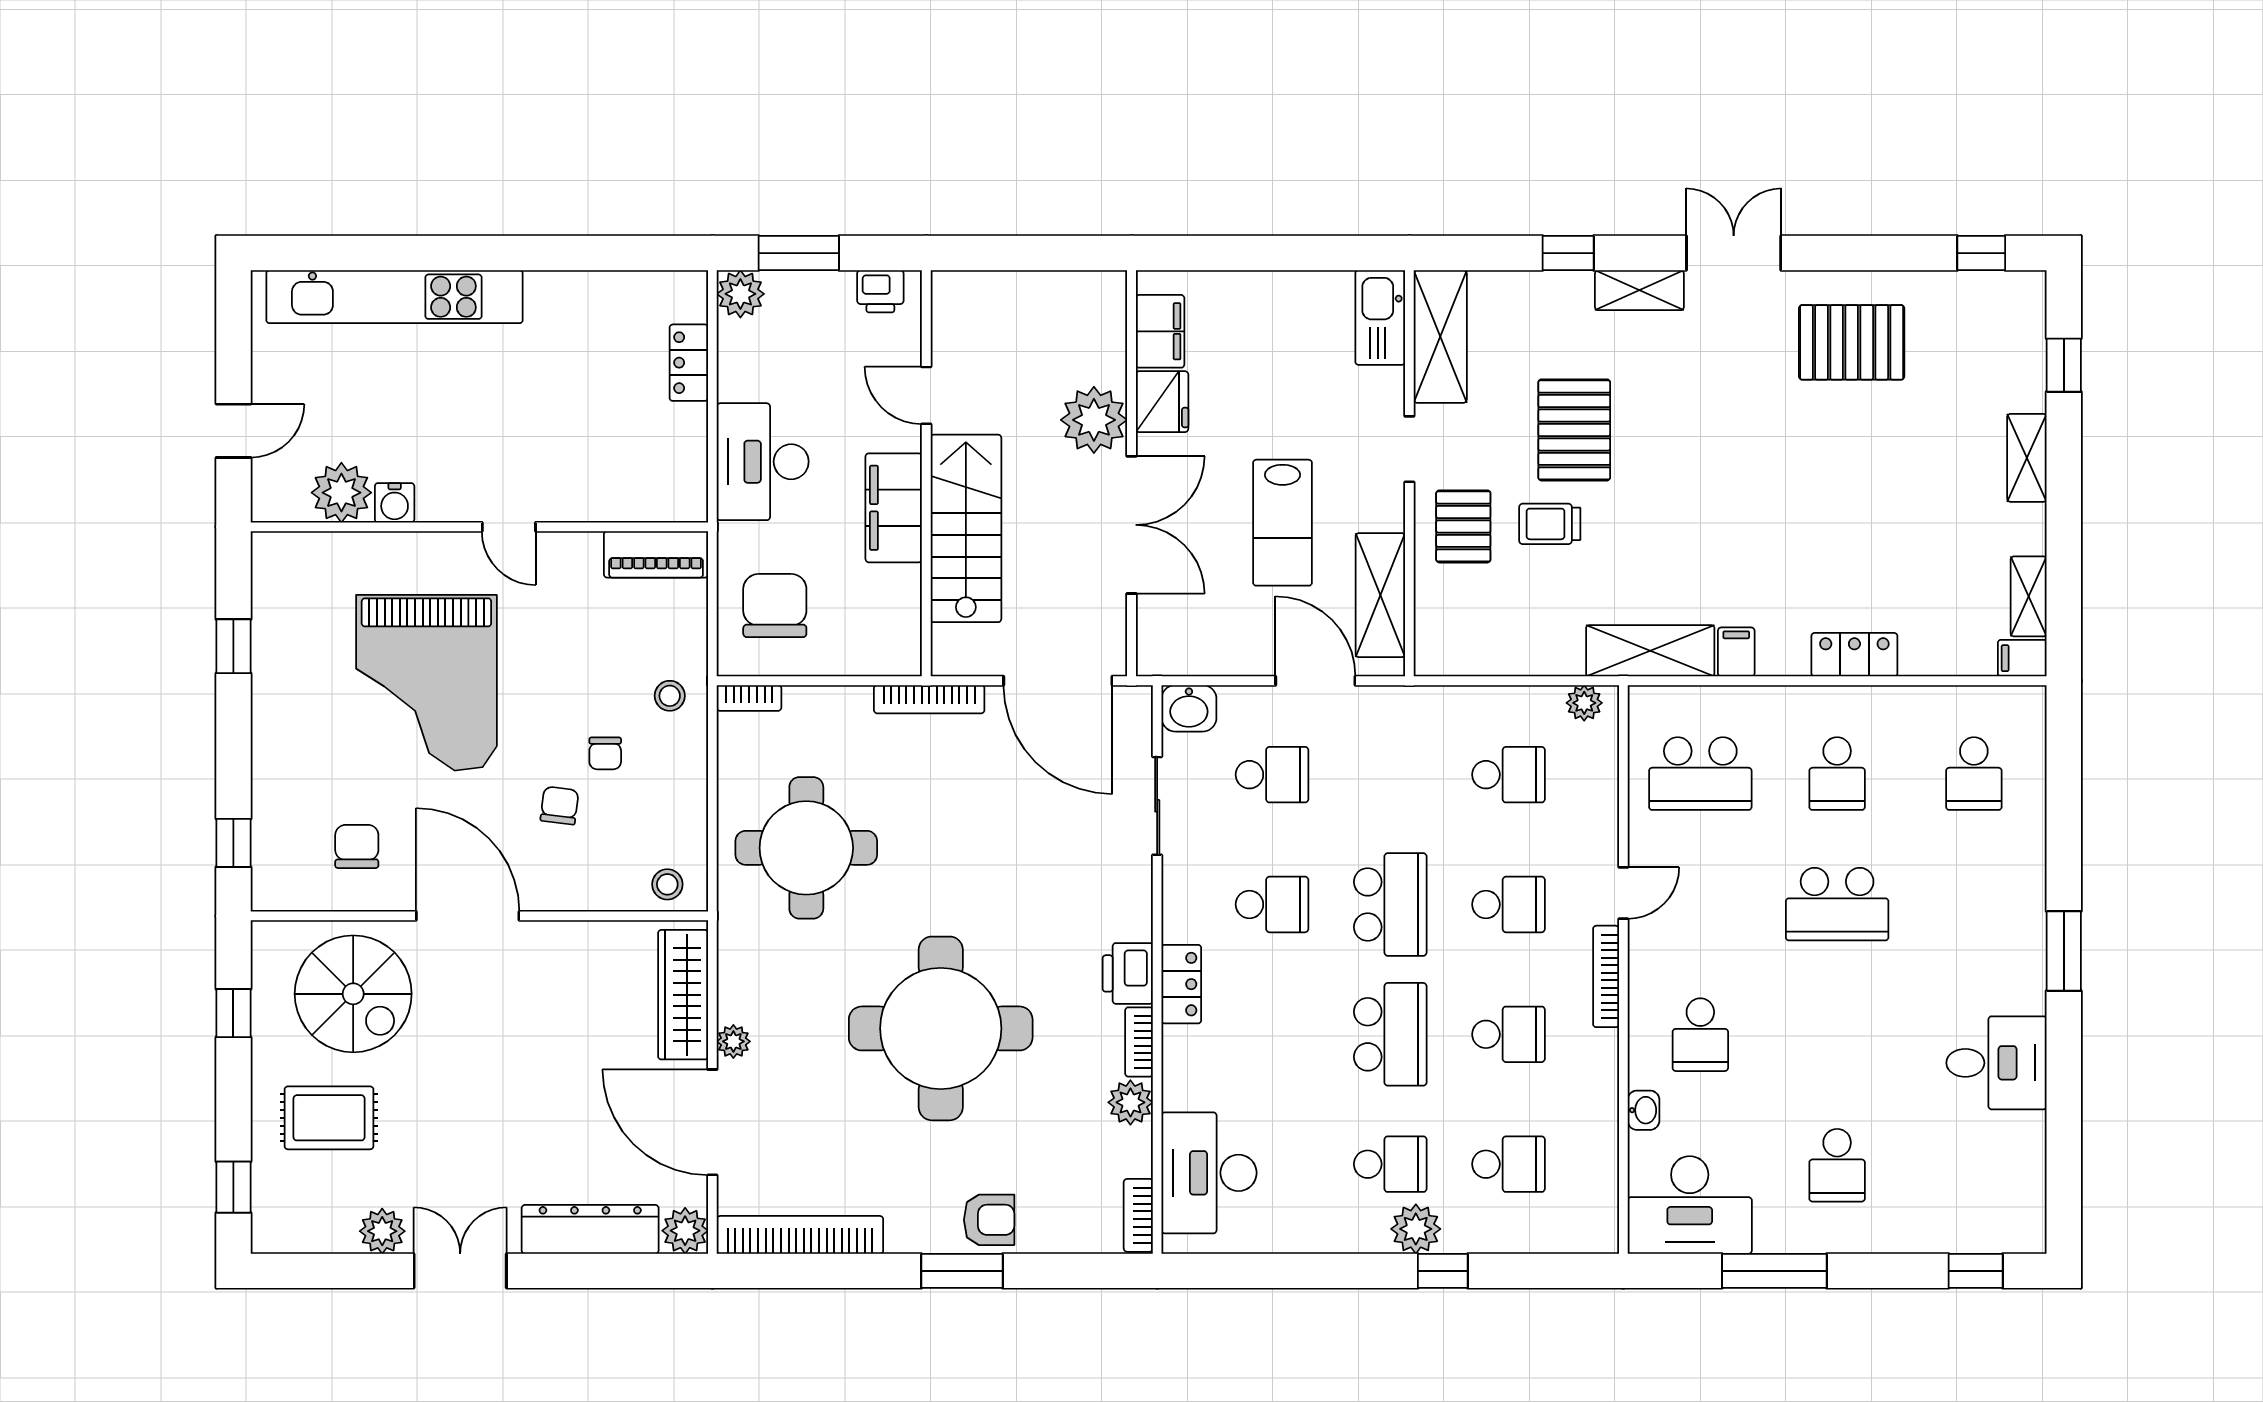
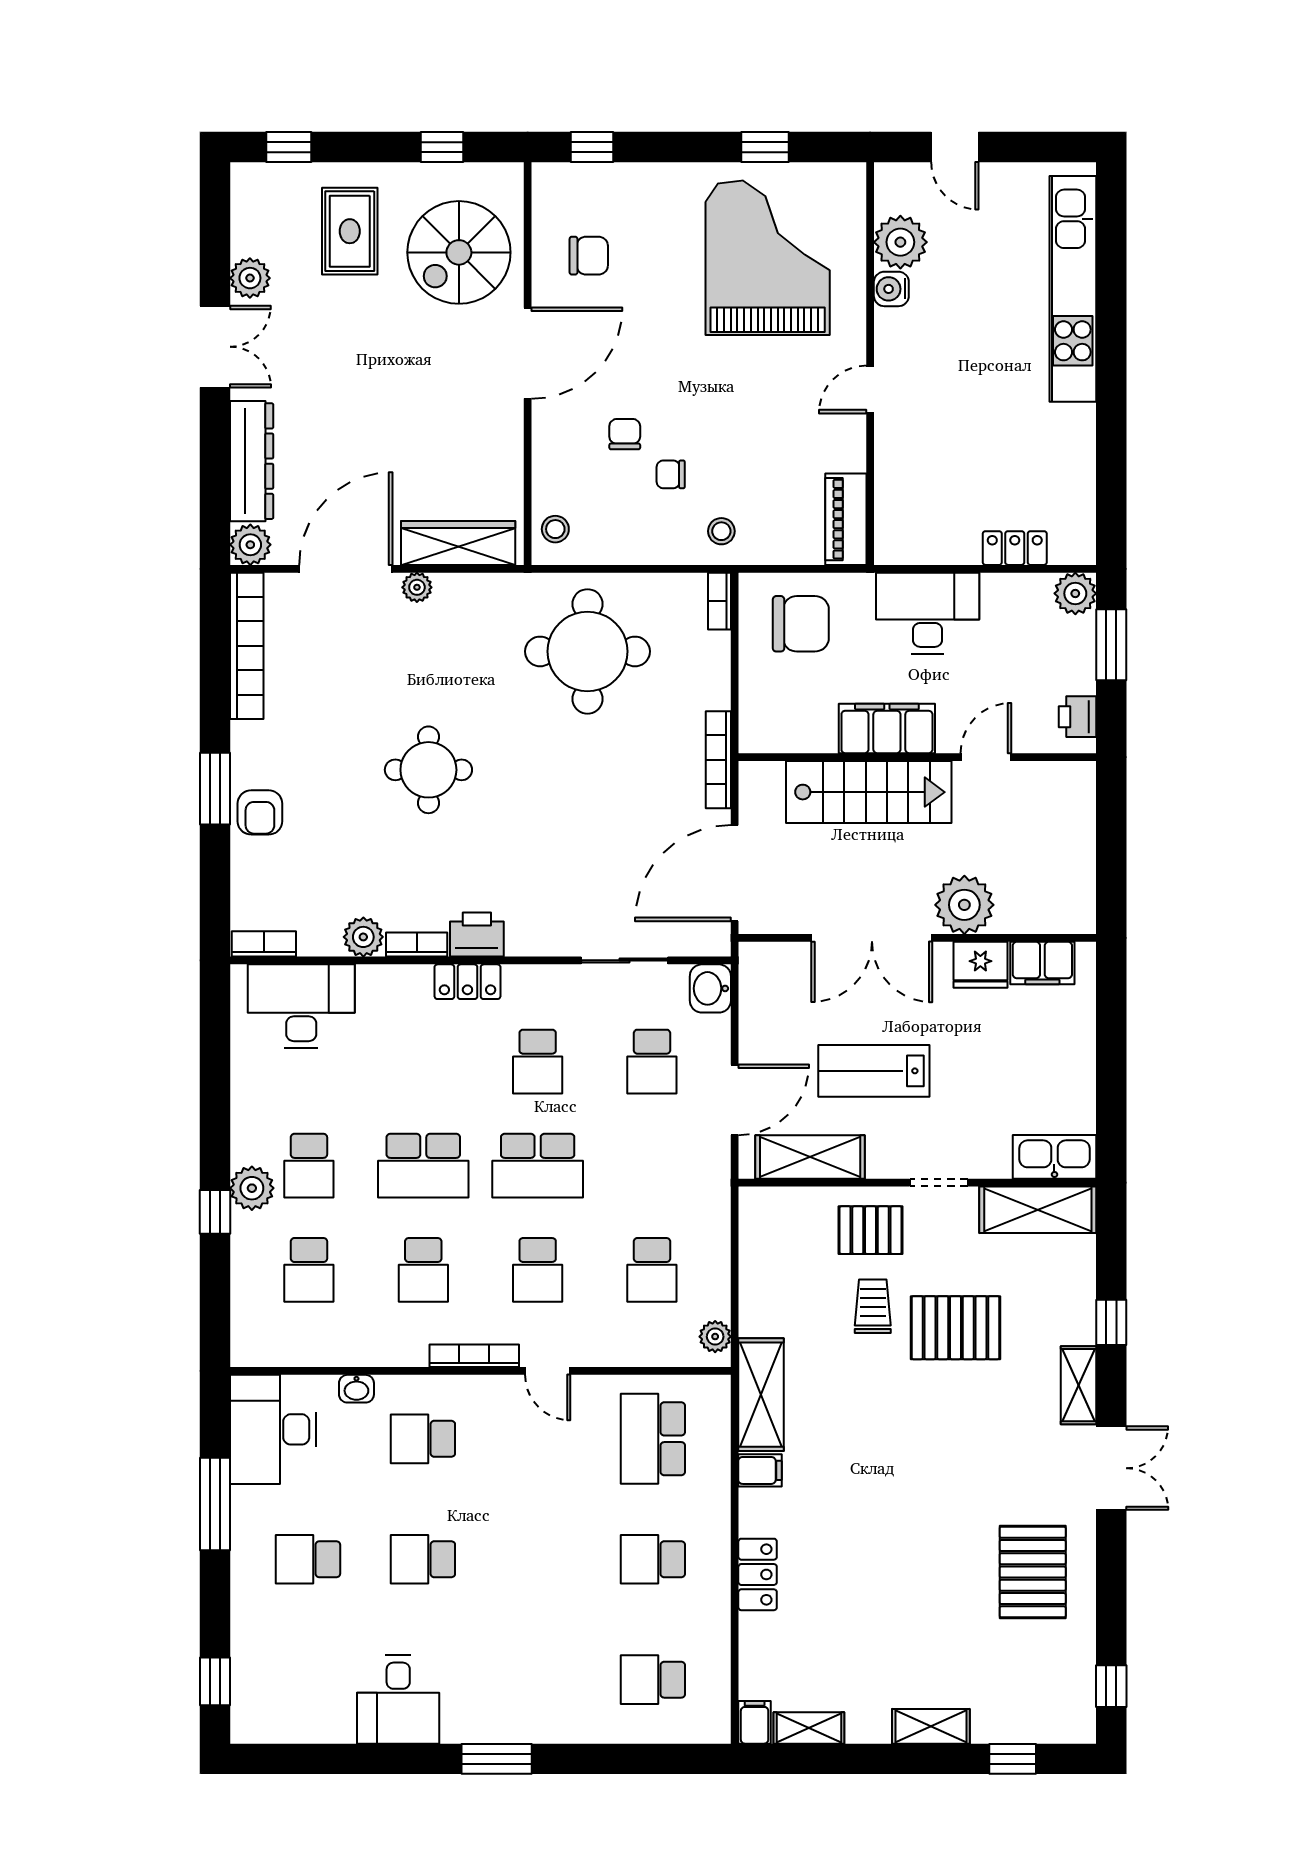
grand piano: (426, 683) -> (768, 258), moved, turned 90
chair: (560, 806) -> (625, 434), turned -97
school desk: (1837, 904) -> (423, 1559), moved, width x0.54
round table: (941, 1028) -> (428, 770), width x0.54, depth x0.54

